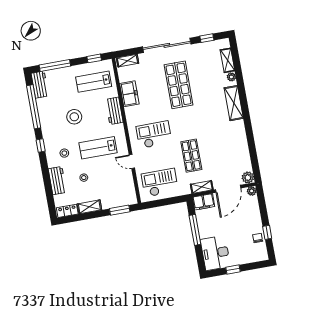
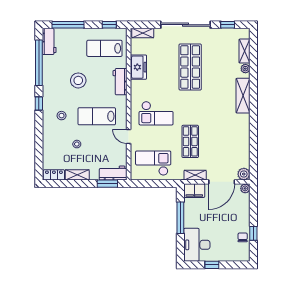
checkout: (154, 135) -> (156, 113), turned 180
workbench: (57, 180) -> (113, 173), moved, turned -90

